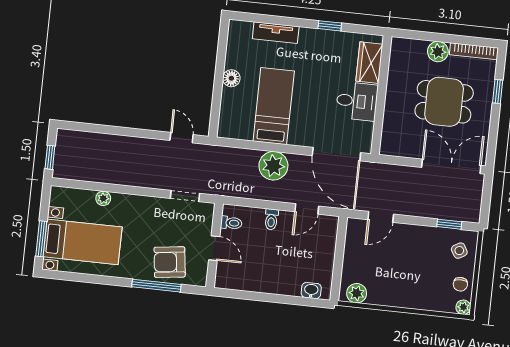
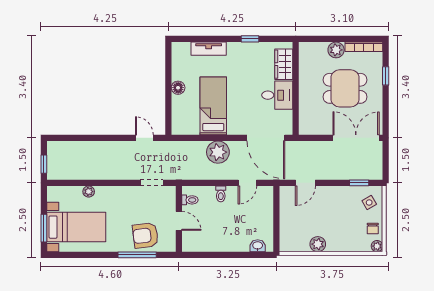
plant: (357, 293) -> (318, 244), moved

